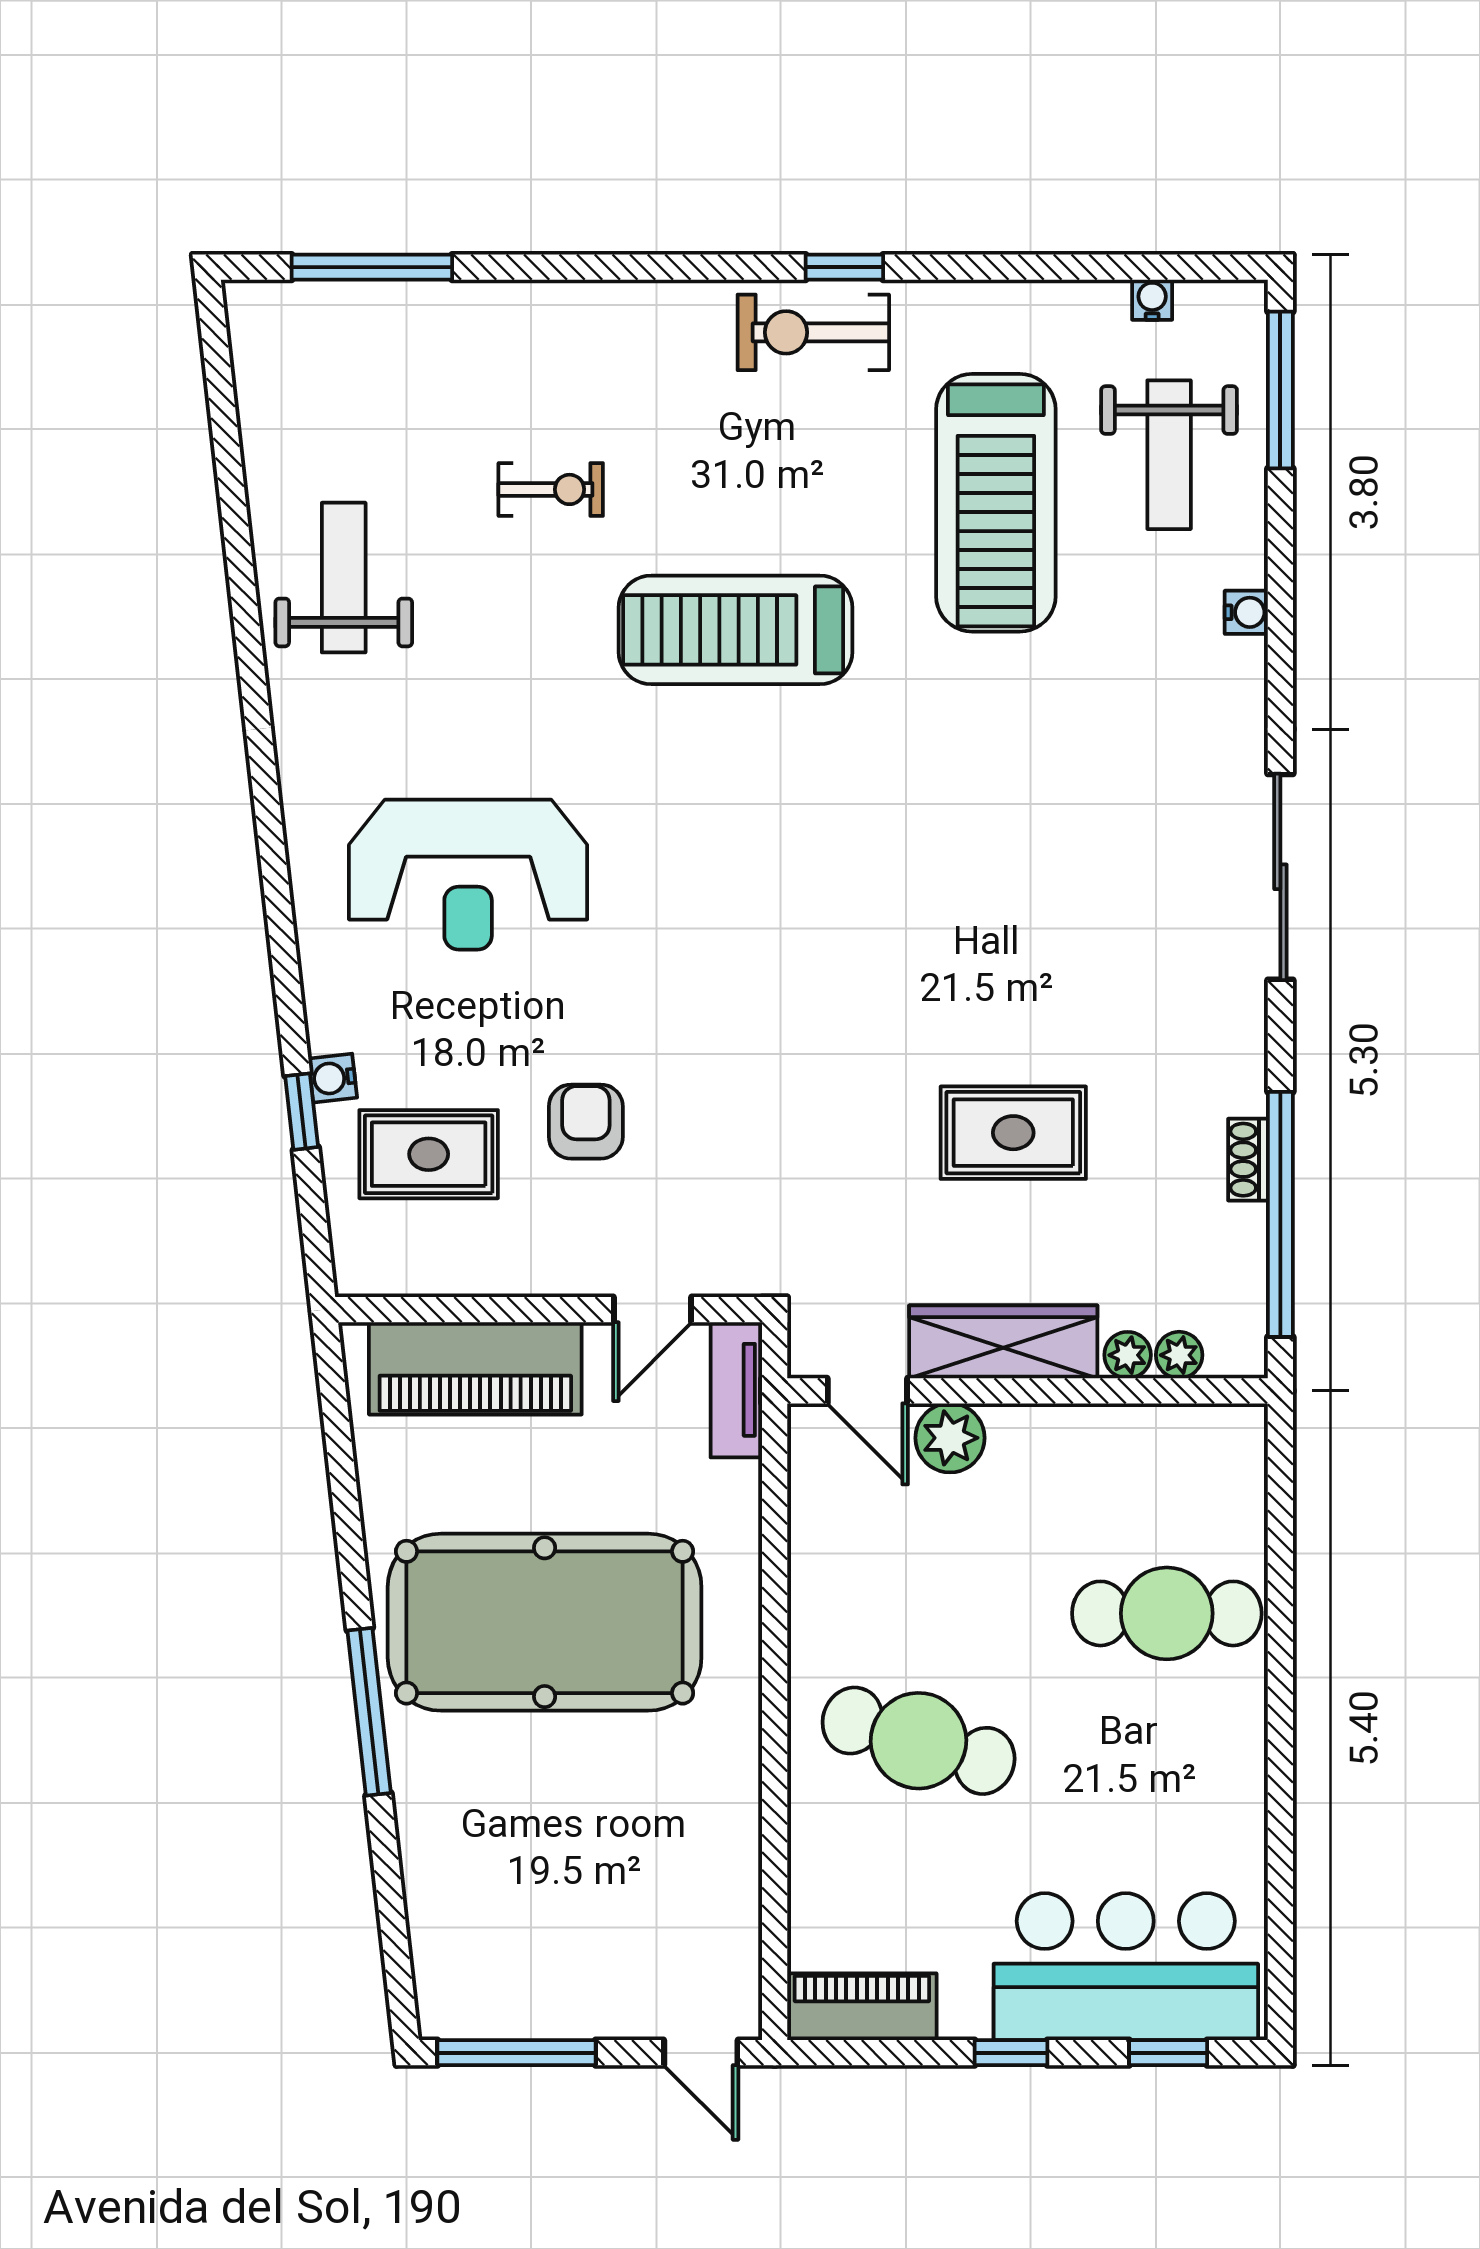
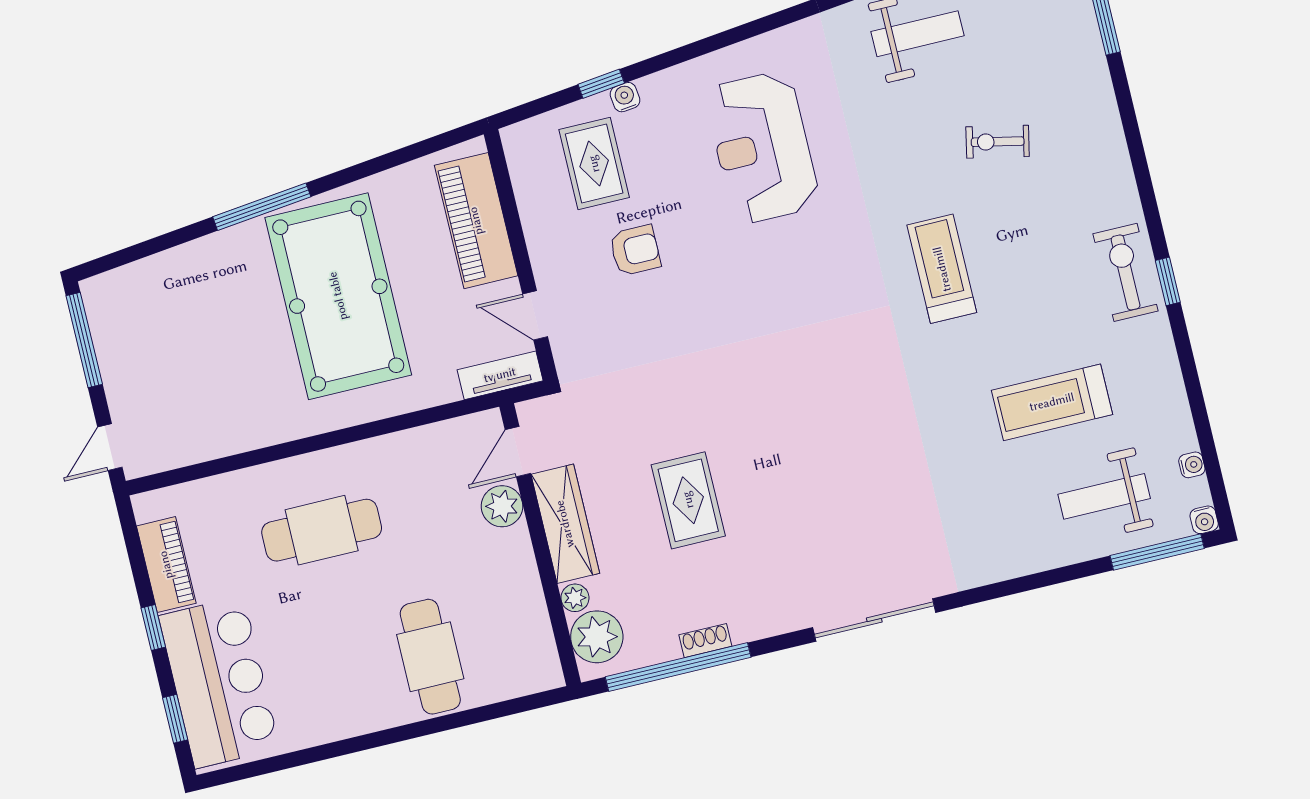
exercise bike: (551, 489) -> (998, 142), turned 102
treadmill: (996, 503) -> (1052, 402), width x0.73, depth x0.73
water cooler: (1246, 612) -> (1204, 520), moved
treadmill: (735, 630) -> (942, 269), width x0.73, depth x0.73
plant: (1179, 1355) -> (597, 637), width x1.87, depth x1.87
cafe table: (919, 1741) -> (322, 530), turned 73
piano: (862, 2007) -> (166, 565), moved

